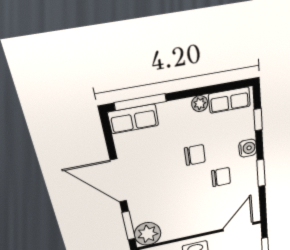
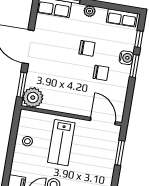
plant: (200, 104) -> (90, 11), moved
window: (261, 173) -> (134, 66), moved
door: (238, 227) -> (103, 121), hinge flipped

